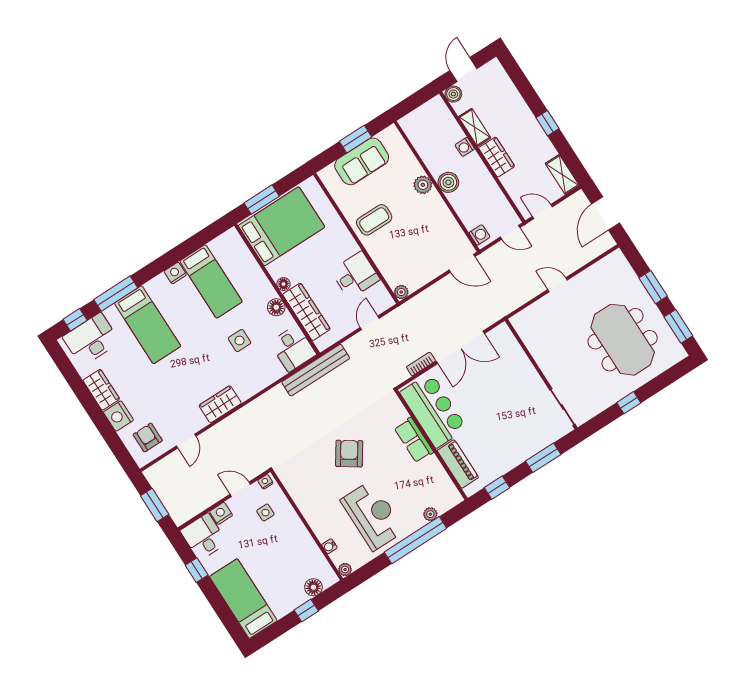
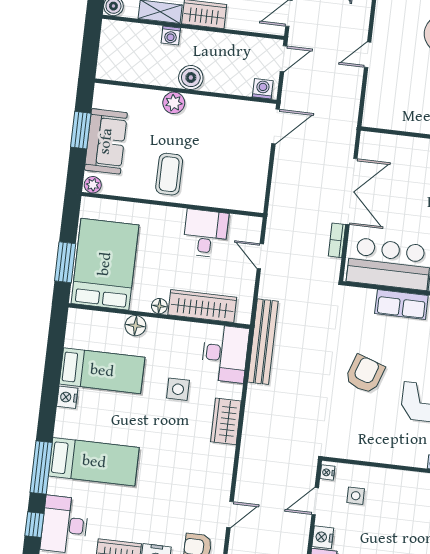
plant: (401, 292) -> (93, 185), moved
floor lamp: (276, 307) -> (135, 326), moved
desk: (293, 348) -> (225, 354), width x1.37
wardrobe: (220, 404) -> (226, 421), moved
door: (186, 441) -> (230, 515), hinge flipped
armchair: (349, 454) -> (365, 374), turned 75

